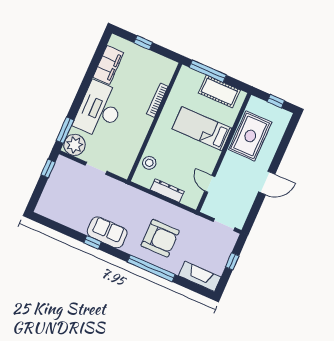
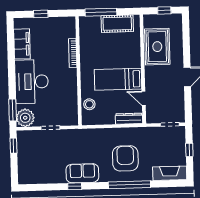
bed: (202, 129) -> (118, 79), moved
dresser: (167, 191) -> (129, 119), moved
armchair: (160, 238) -> (125, 158), turned -90

